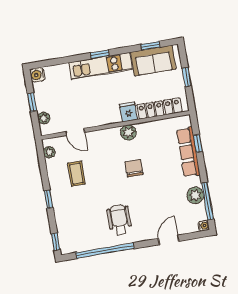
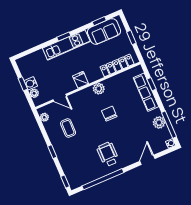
water cooler: (37, 75) -> (31, 83), moved
fridge: (128, 112) -> (81, 80), moved

